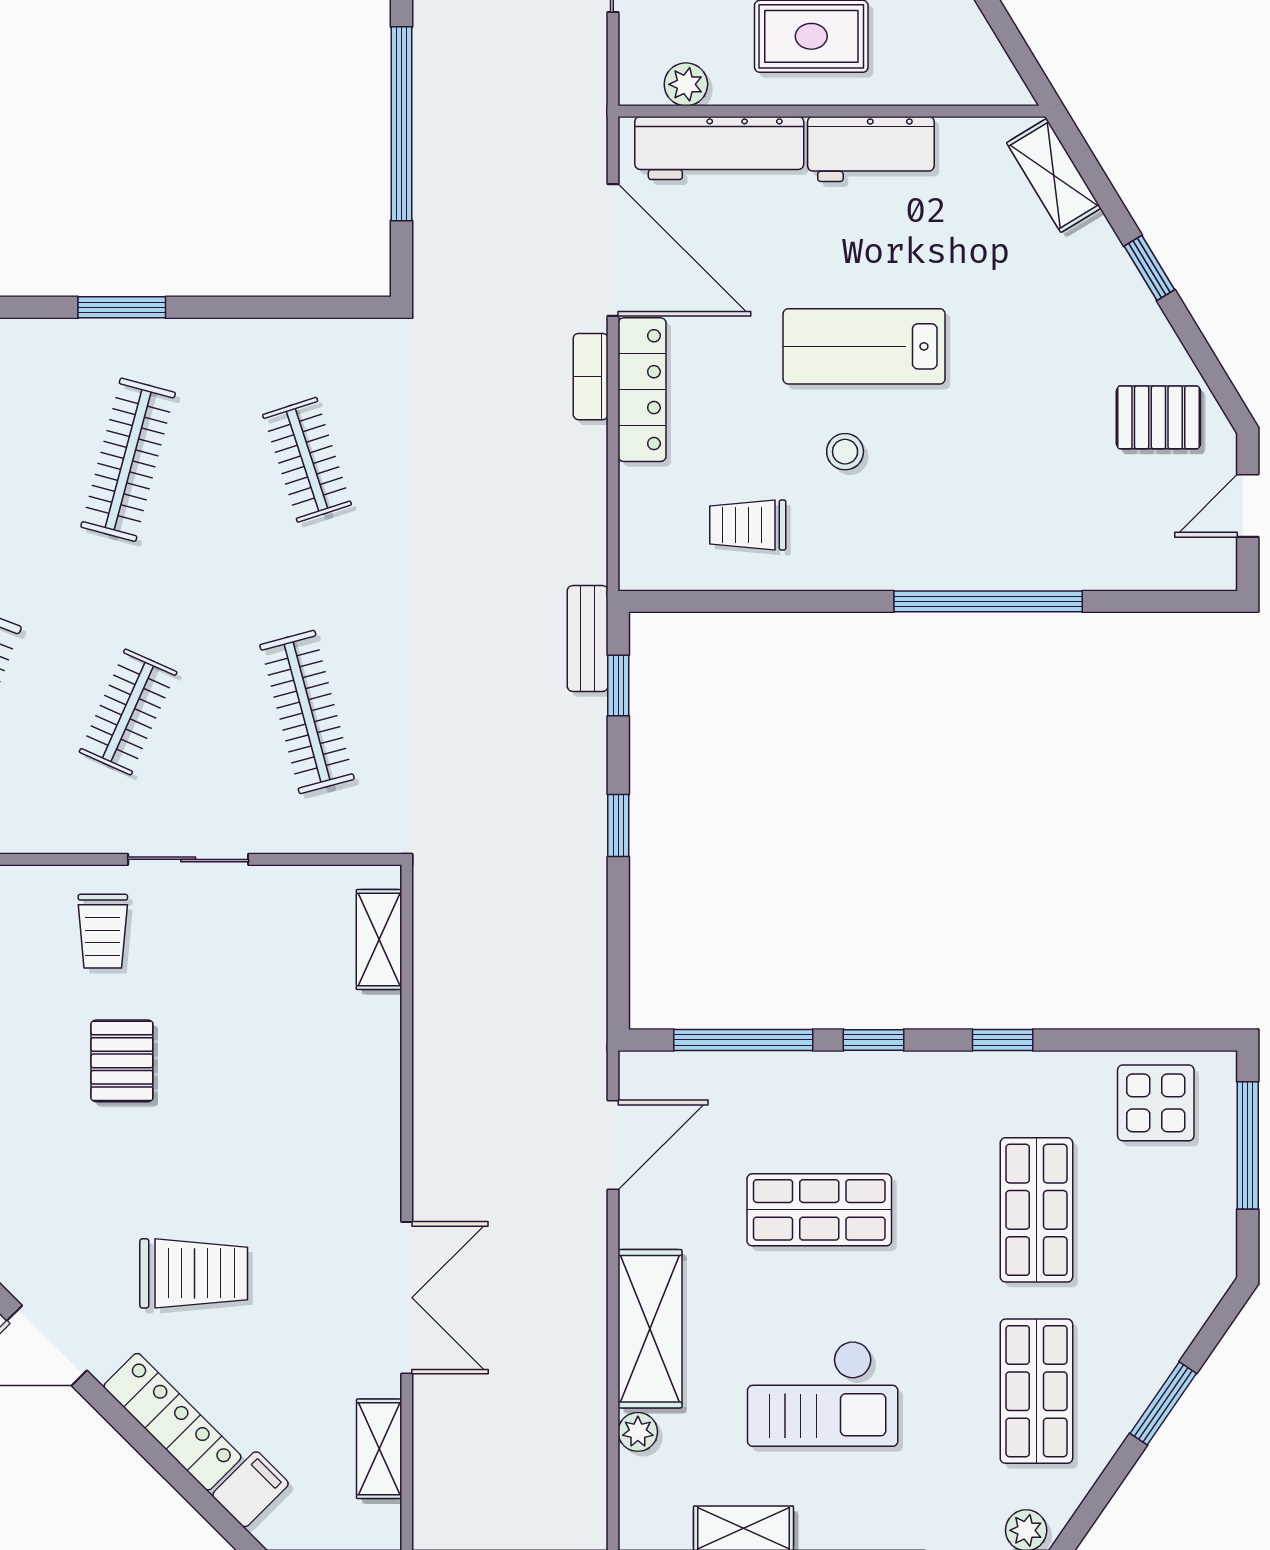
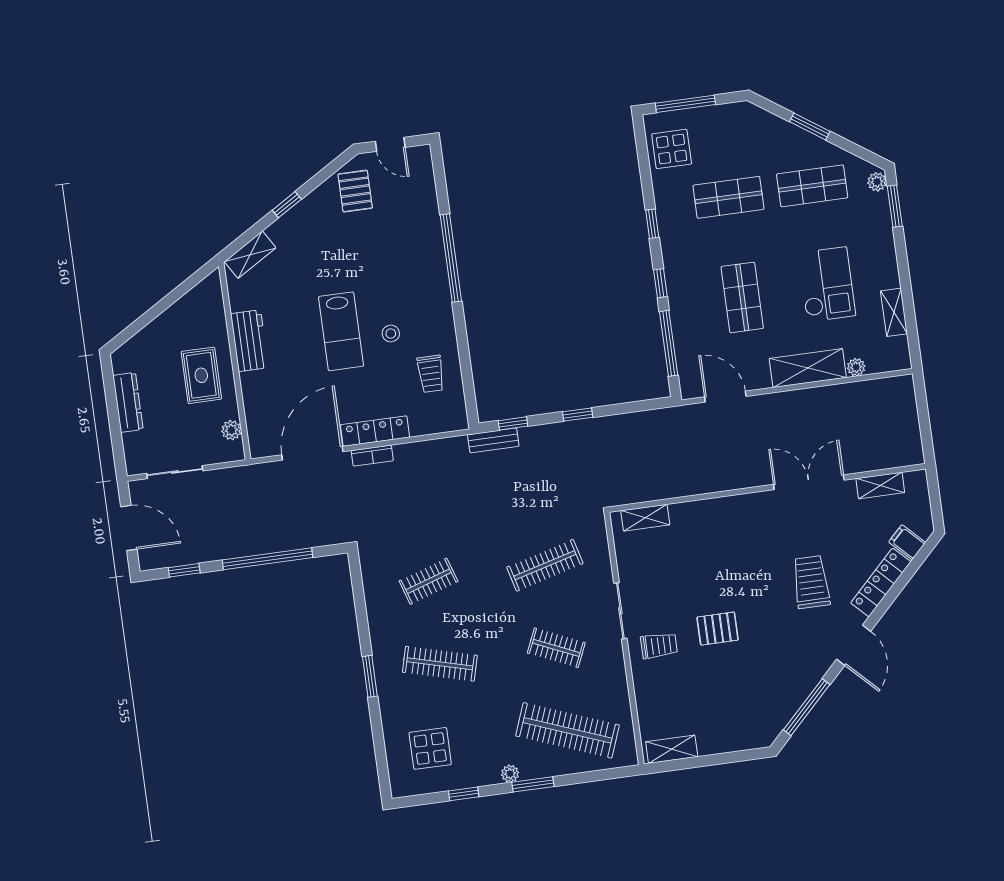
workbench: (719, 148) -> (259, 411), removed

